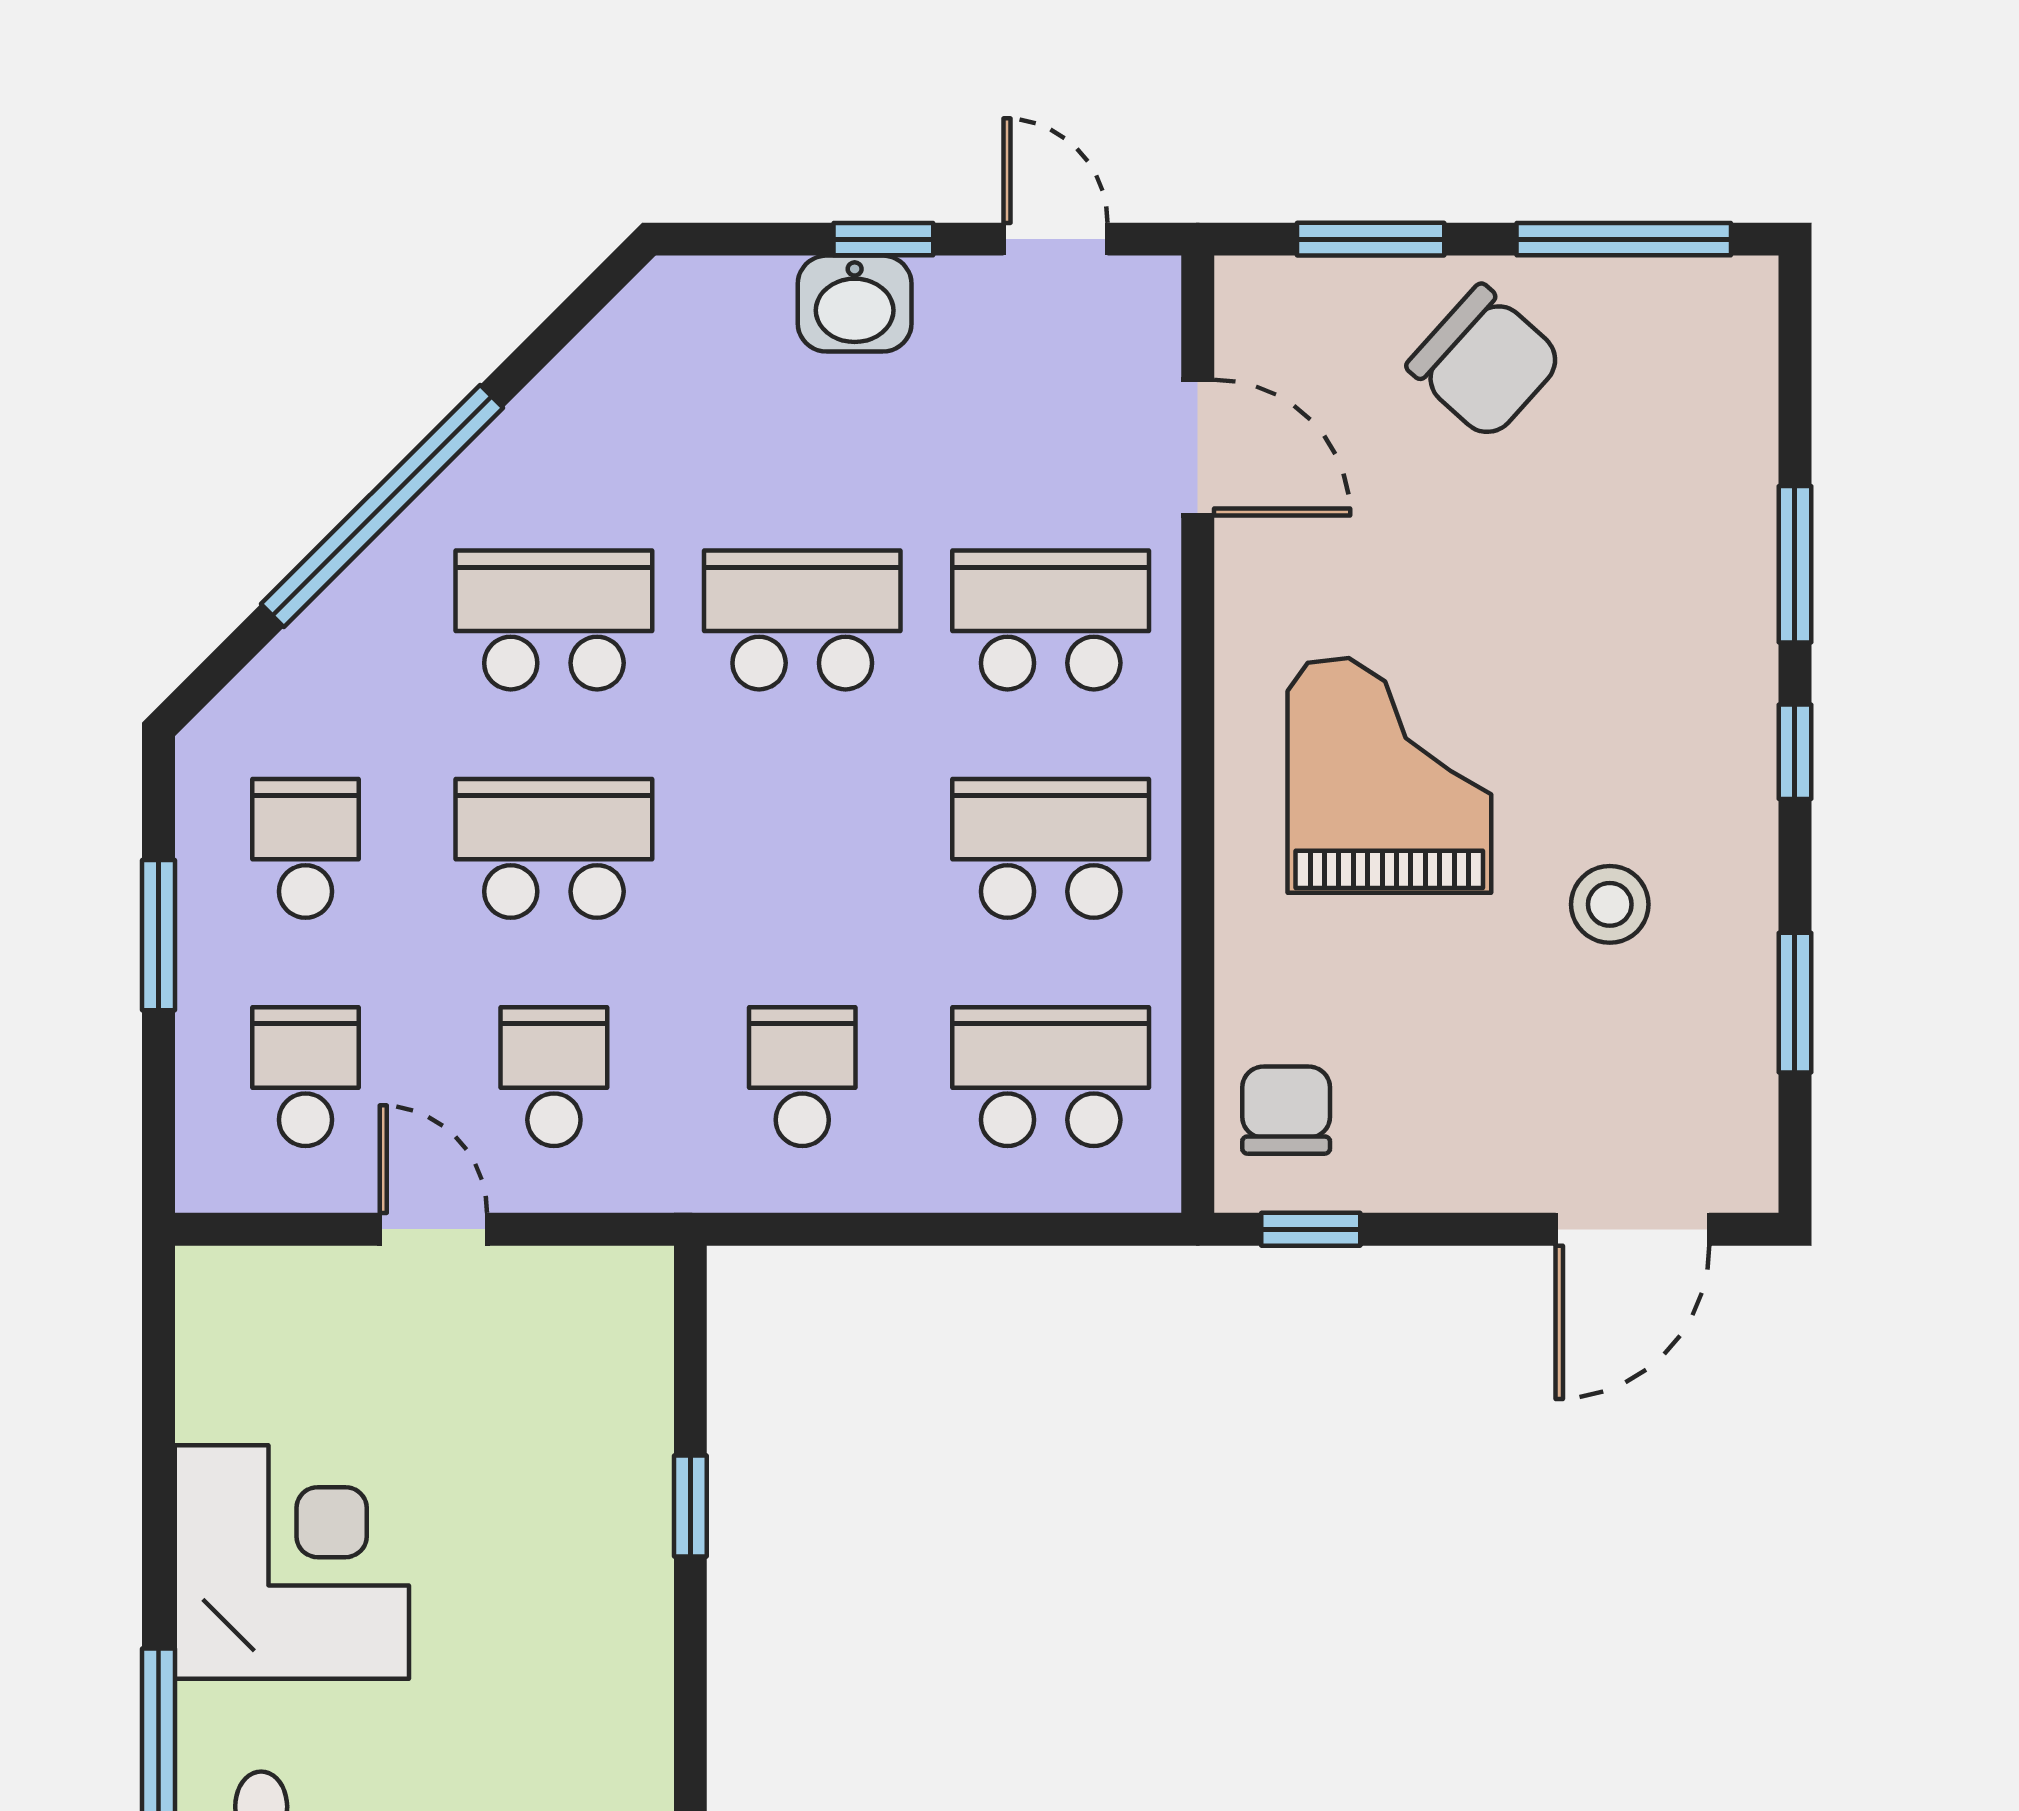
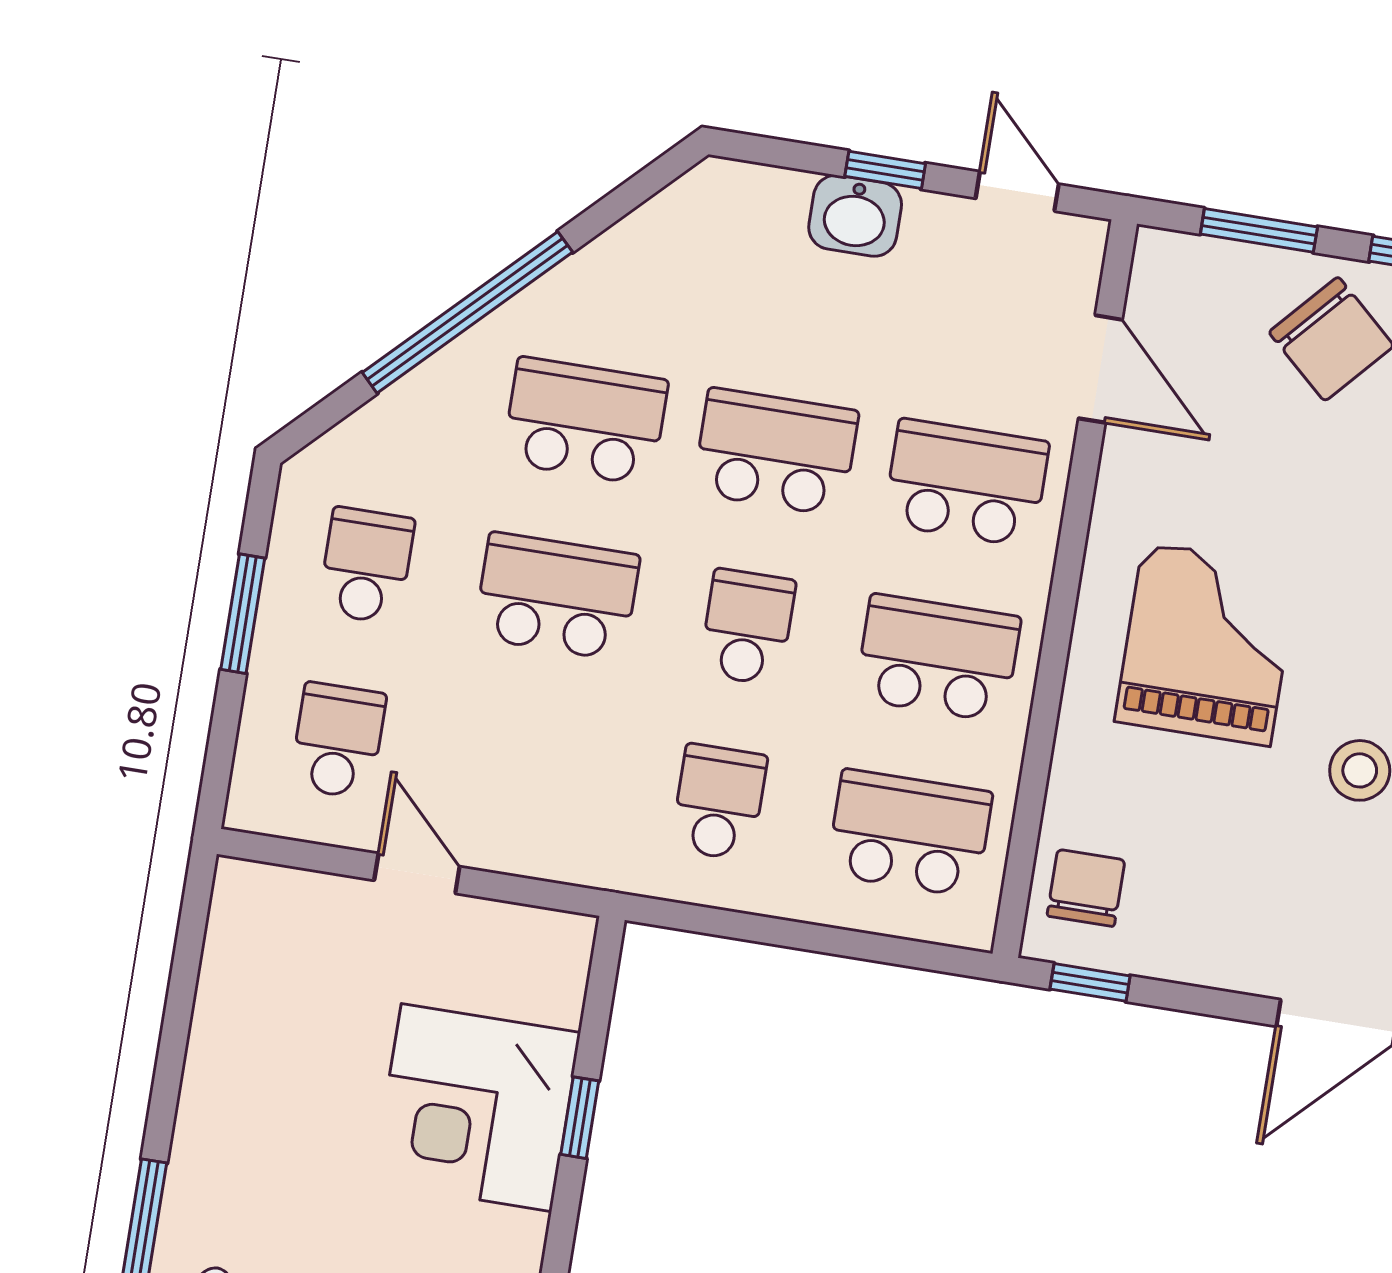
school desk: (554, 1077) -> (747, 627), moved
corner desk: (292, 1562) -> (476, 1108), moved, turned 180

